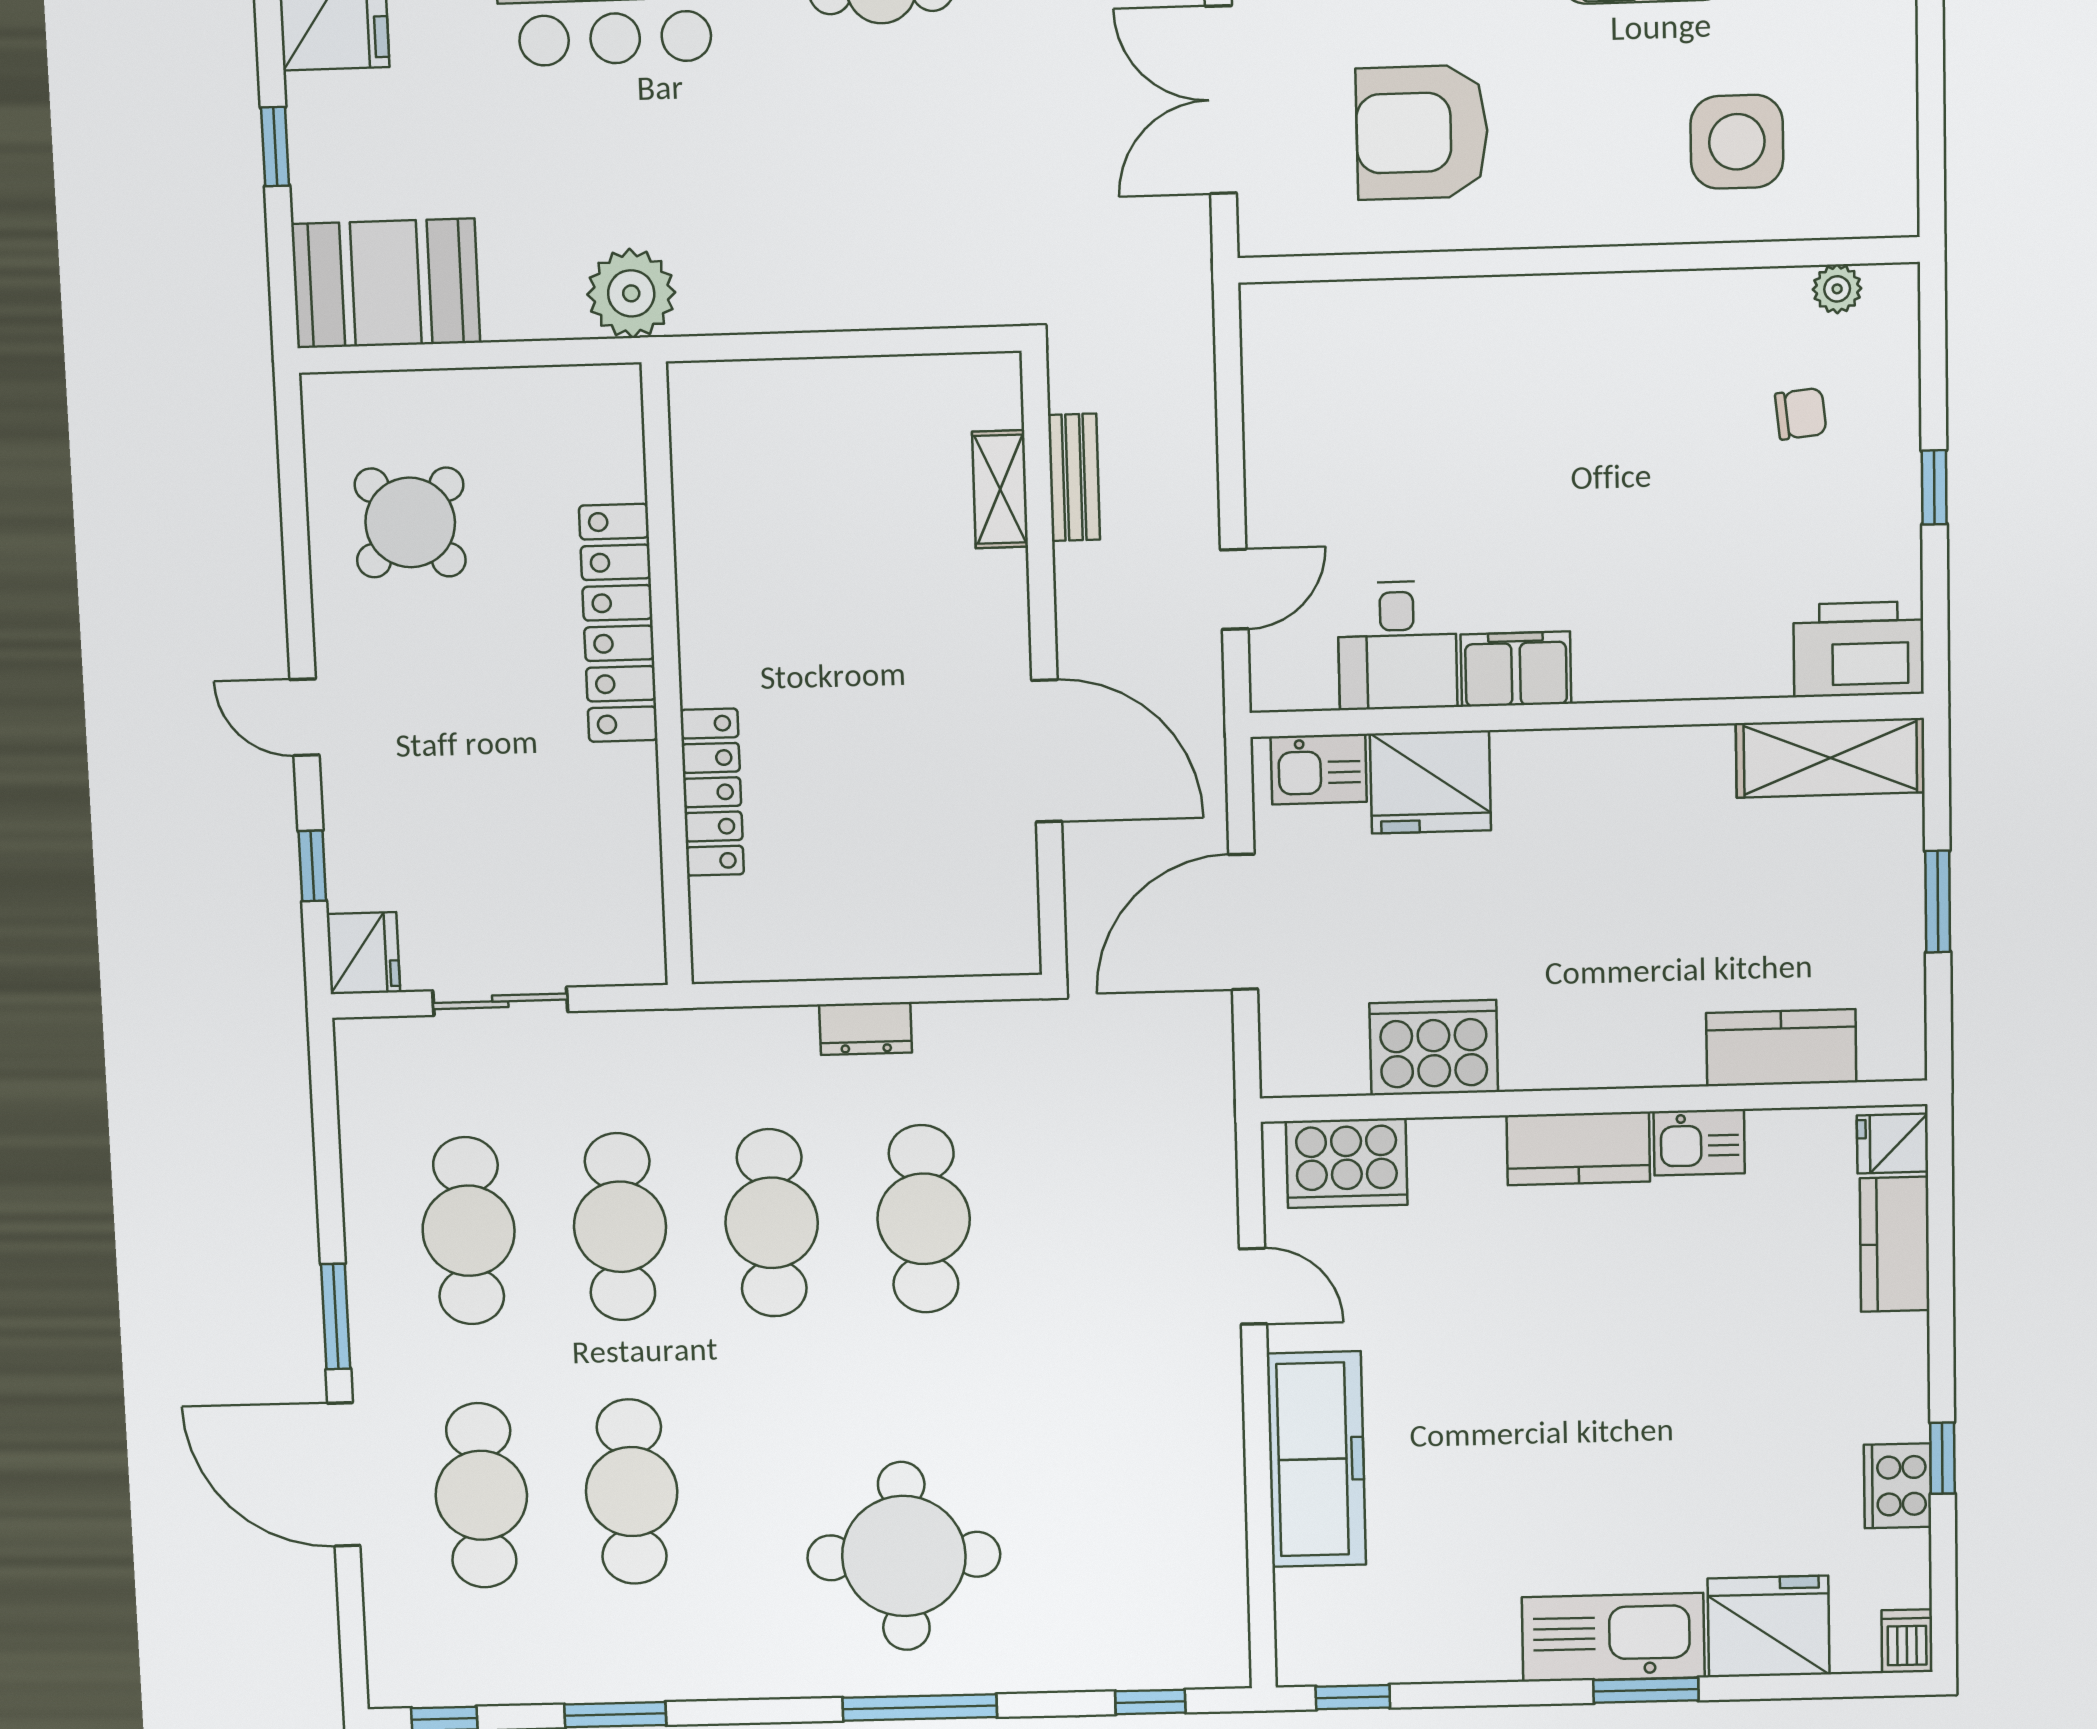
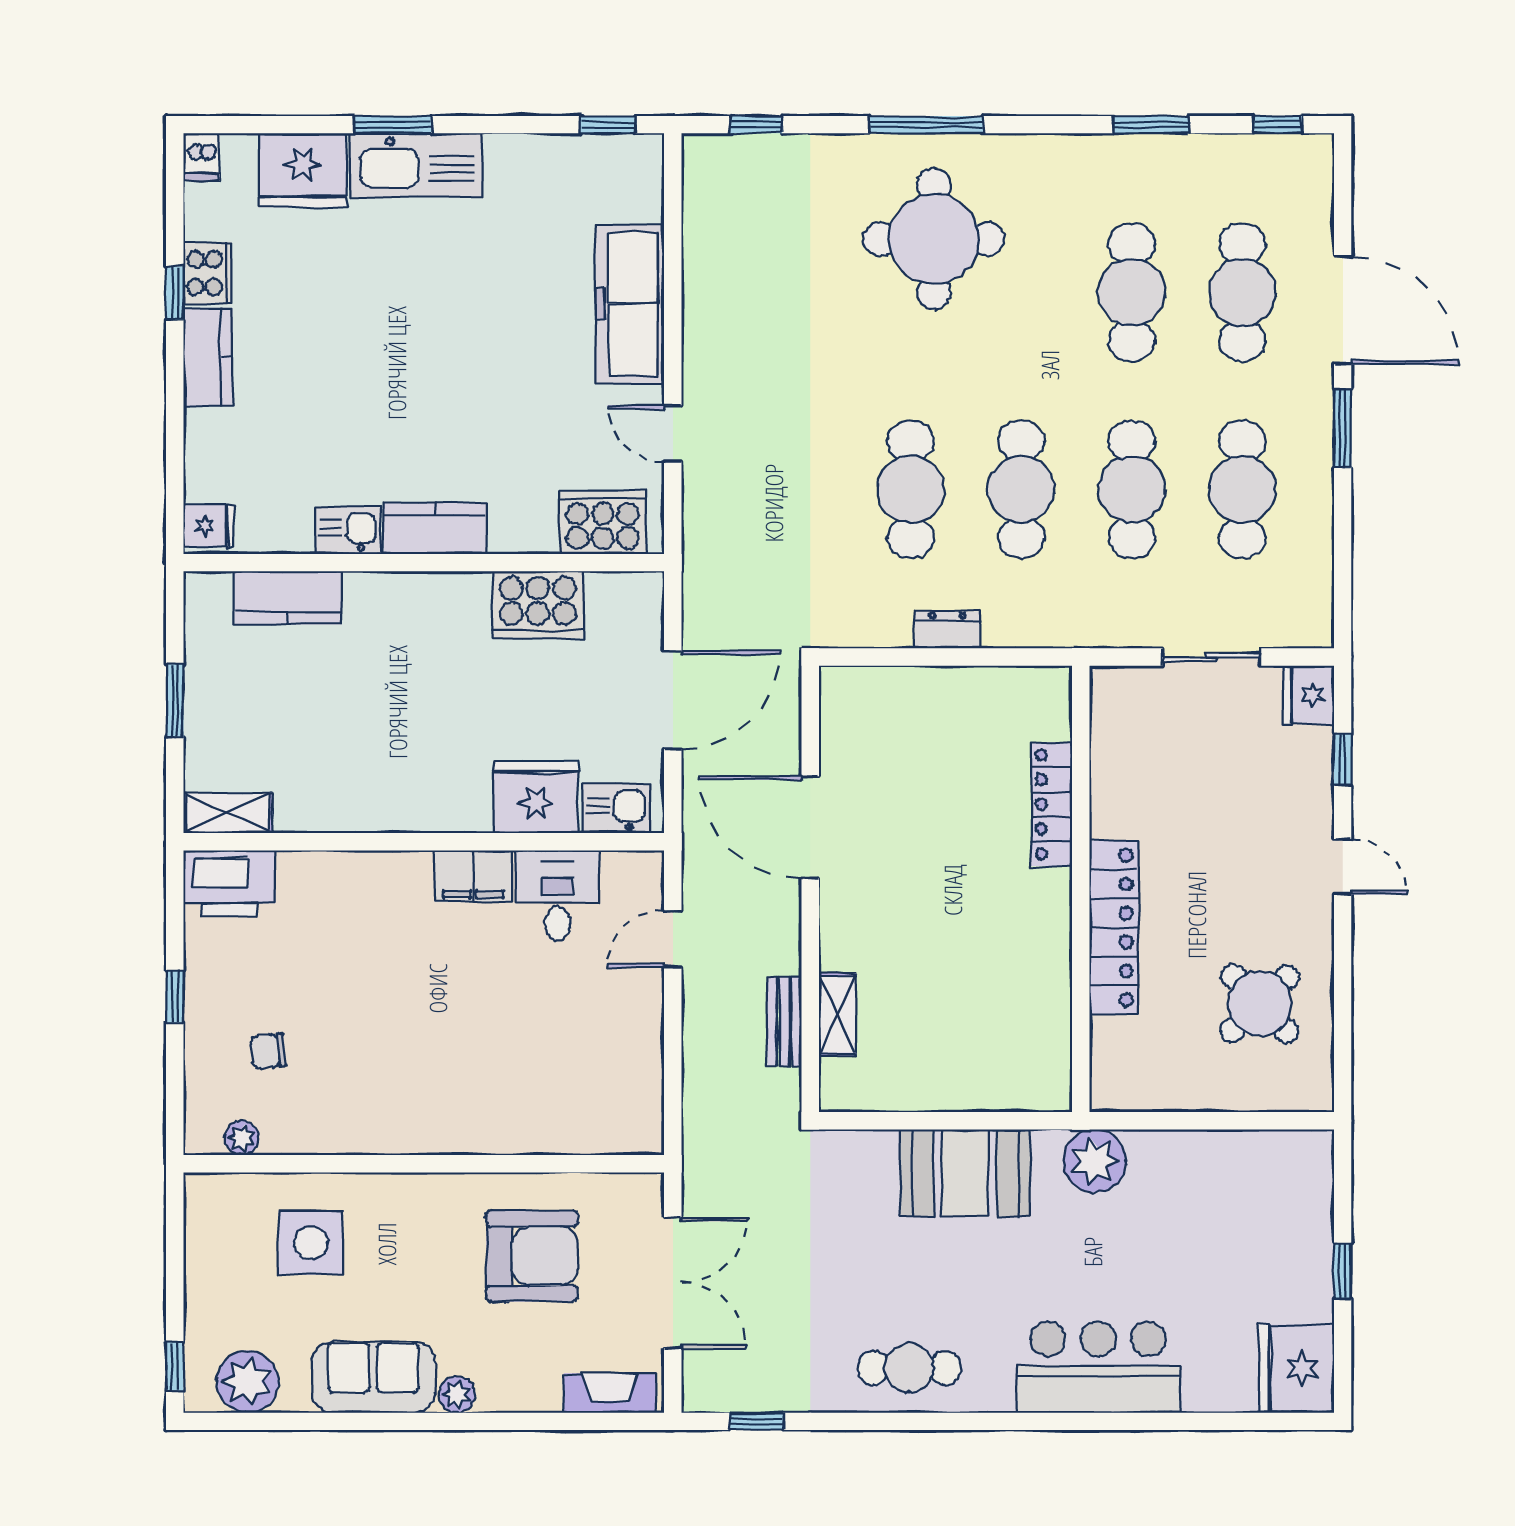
booth: (386, 283) -> (965, 1173), moved
shelving: (1830, 758) -> (228, 813), width x0.67, depth x0.75
kitchen counter: (1895, 1244) -> (208, 357), moved

